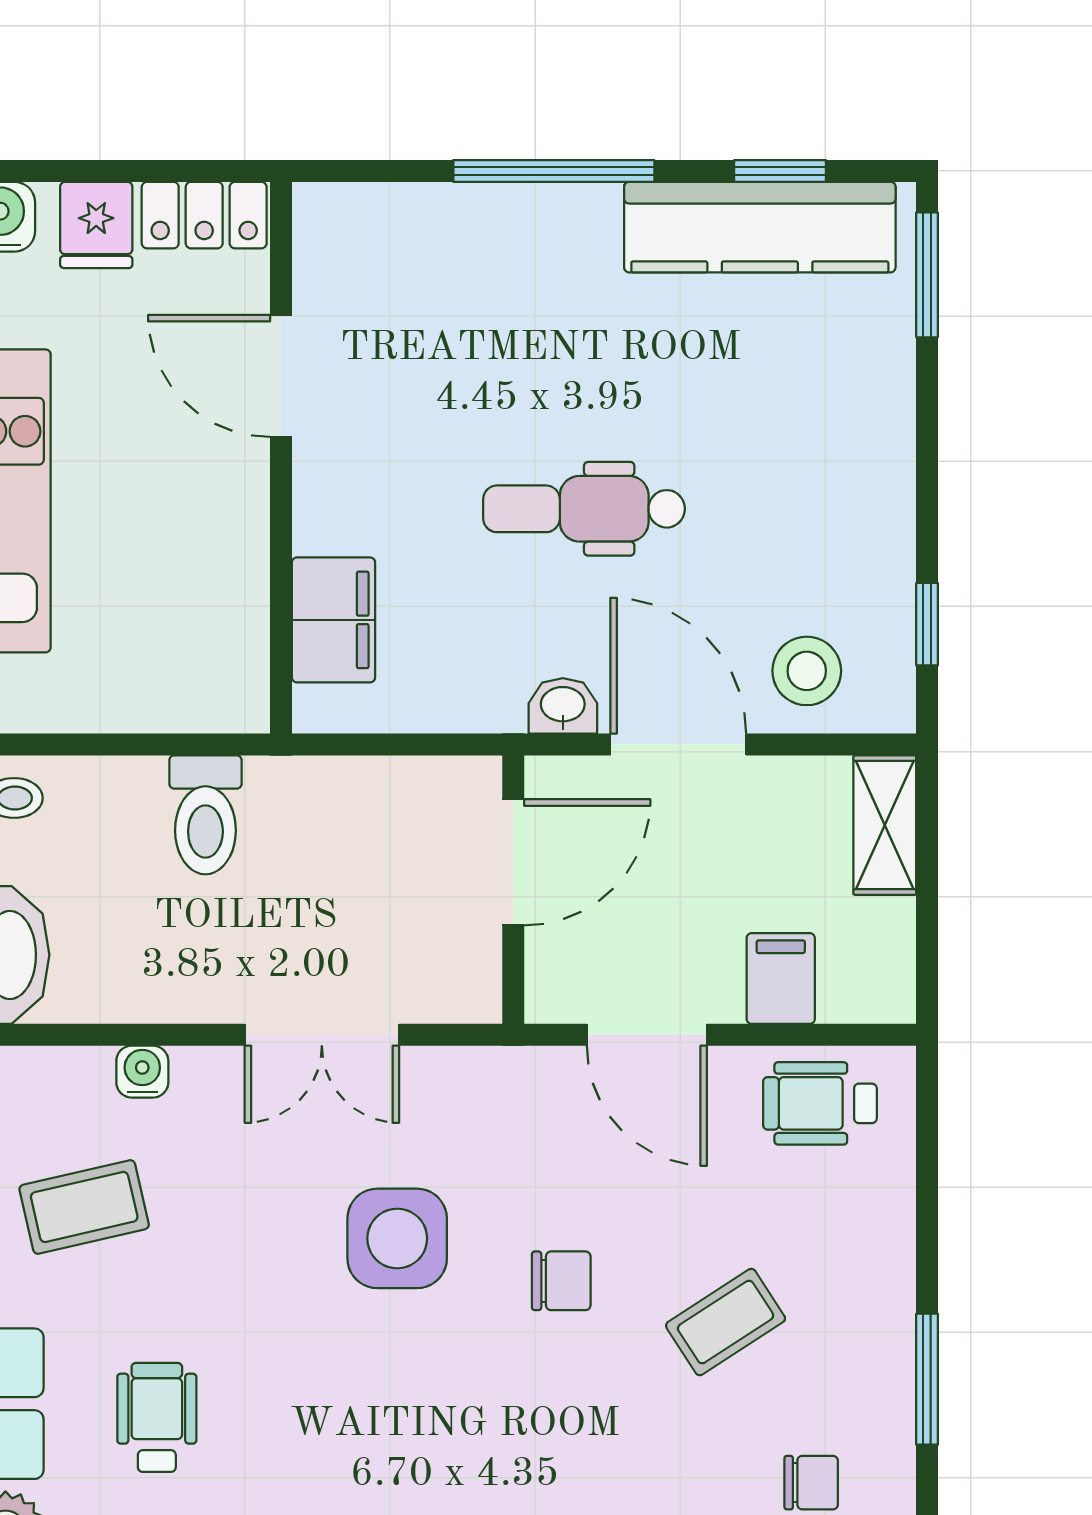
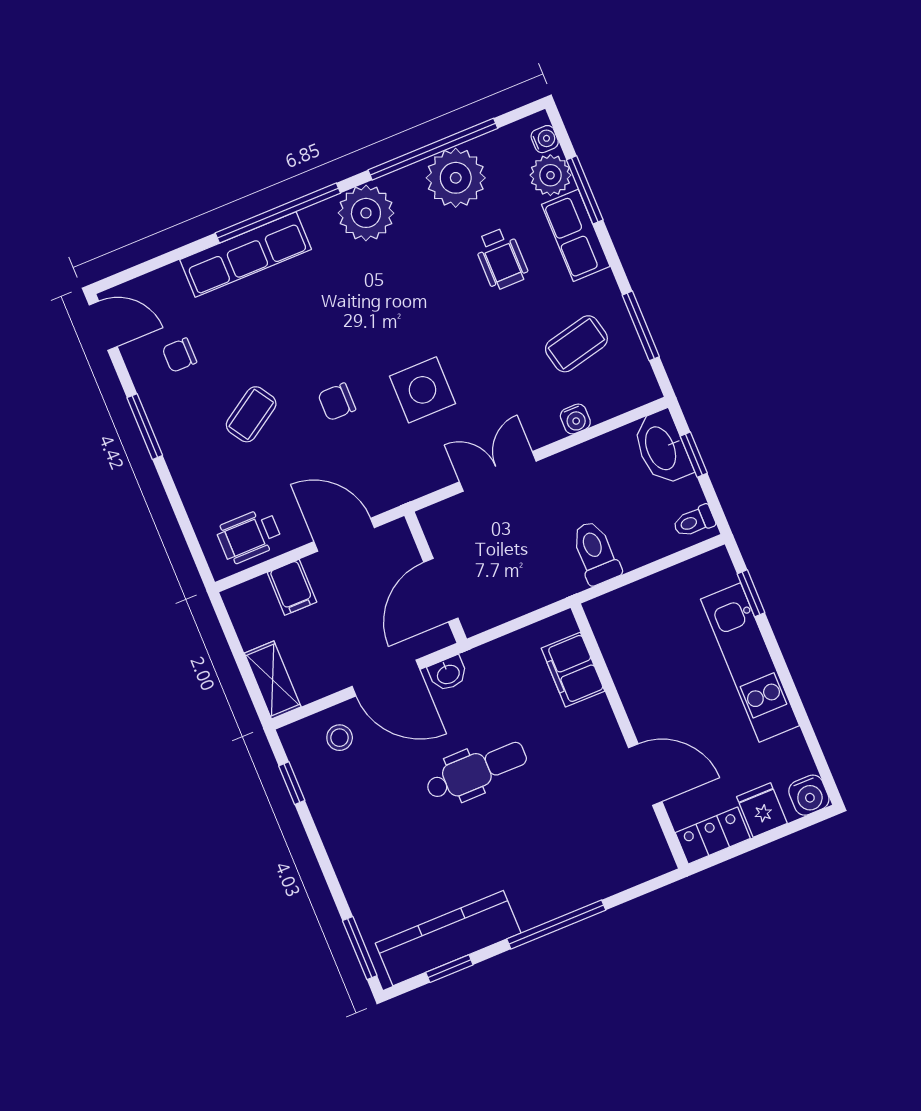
stool: (807, 671) -> (340, 738), width x0.73, depth x0.73
wheelchair: (820, 1103) -> (249, 536), turned 180

